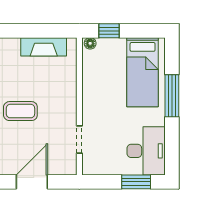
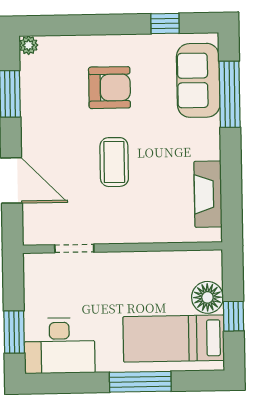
window: (109, 31) -> (234, 316), moved
floor lamp: (90, 43) -> (207, 297), moved, width x1.89, depth x1.89

